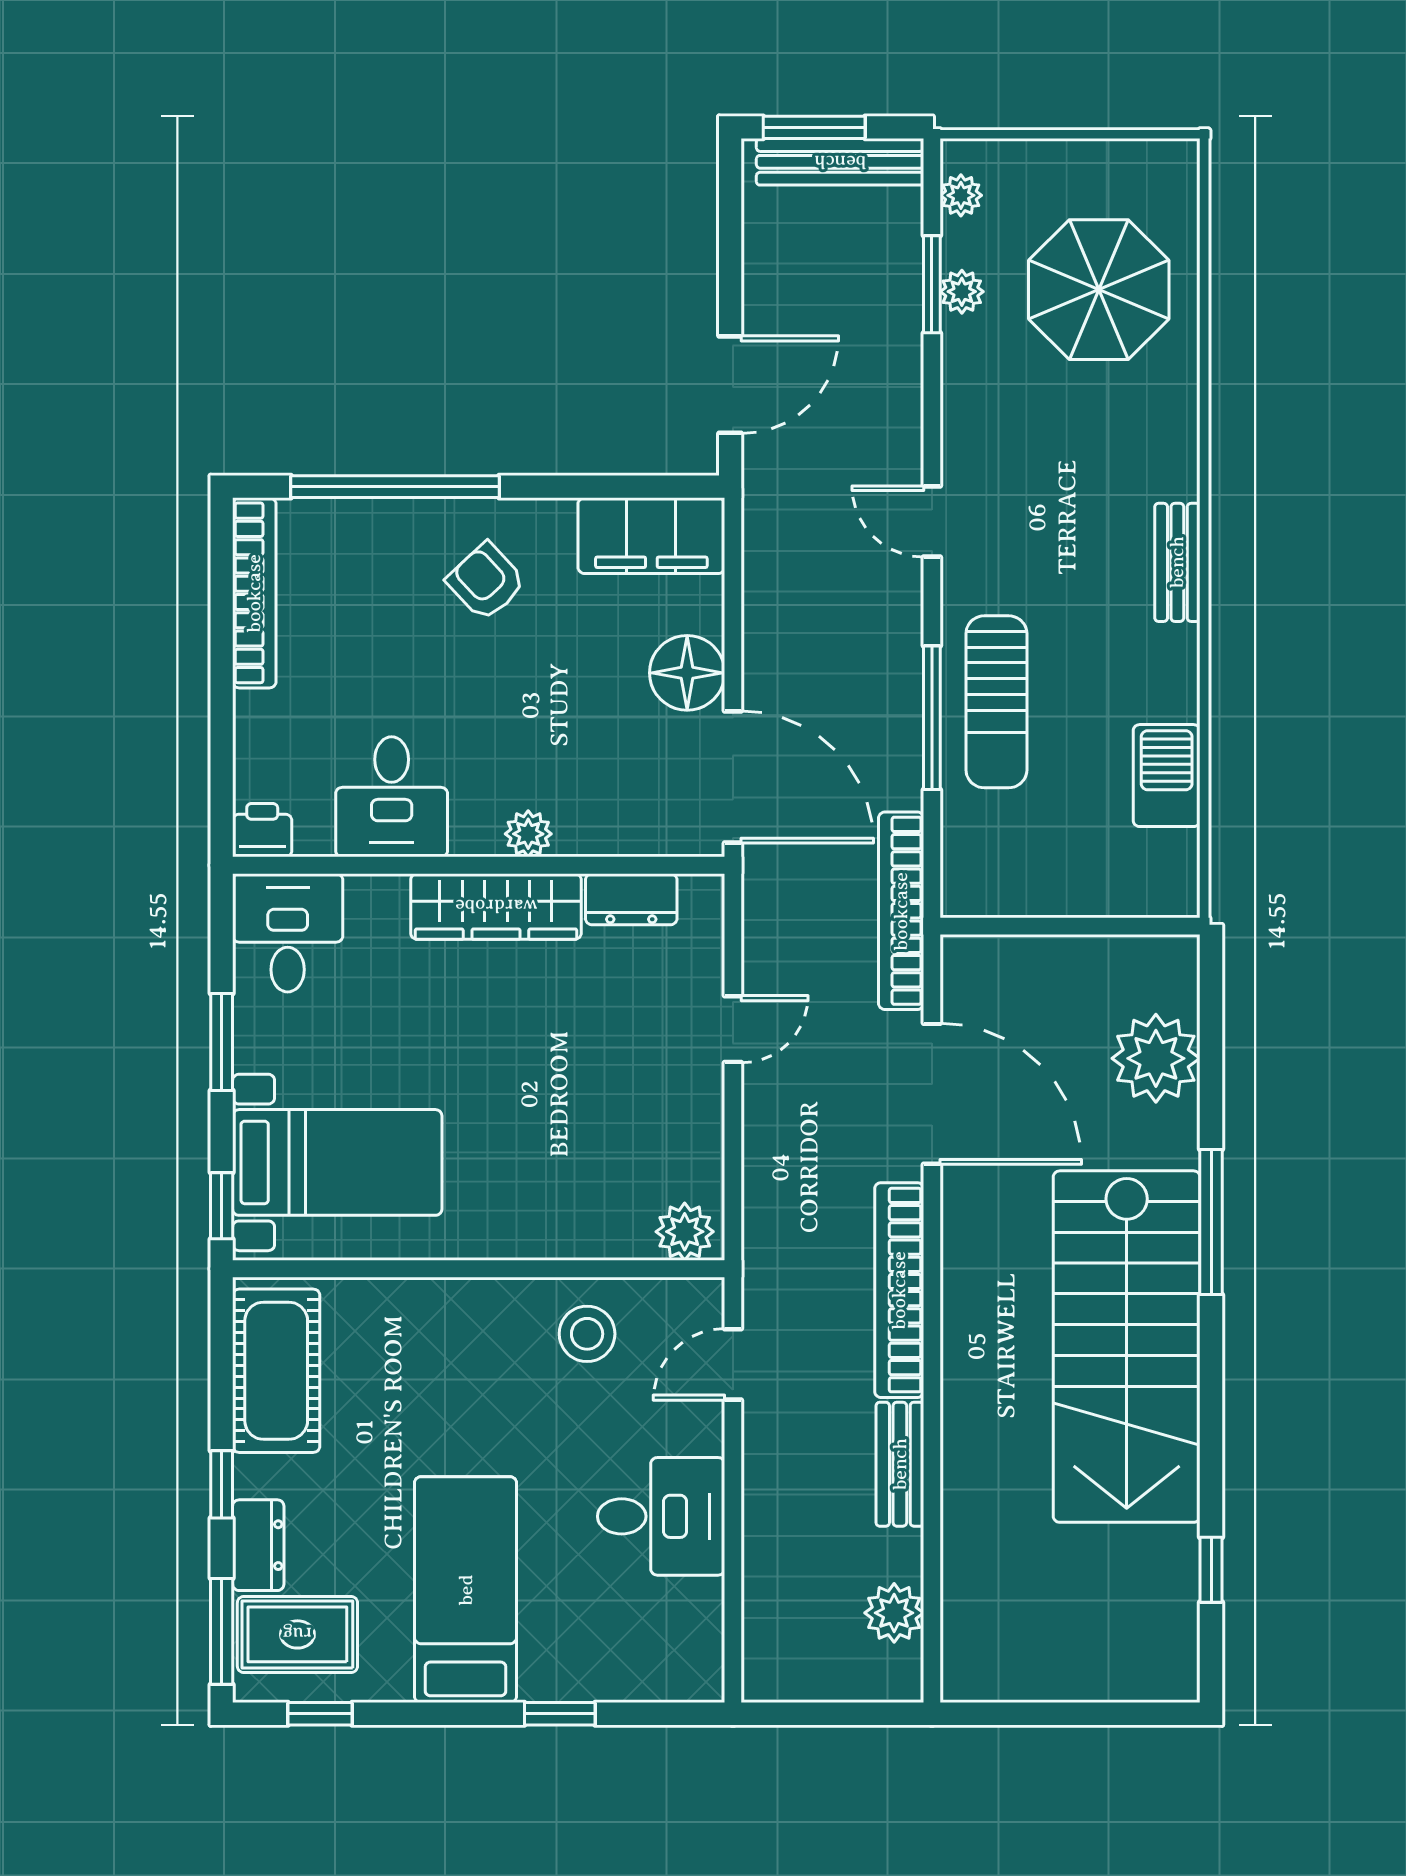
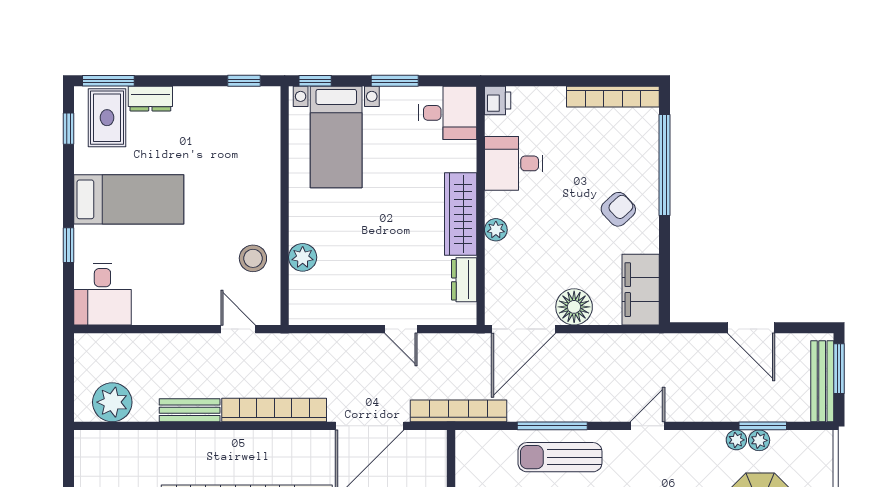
plant: (961, 195) -> (736, 440), moved
door: (730, 385) -> (751, 328), moved
plant: (685, 1232) -> (303, 257), moved
cot: (276, 1371) -> (235, 107), removed
window: (222, 1484) -> (244, 81), moved
desk: (661, 1516) -> (102, 294), moved
plant: (894, 1613) -> (112, 402), width x1.36, depth x1.36

